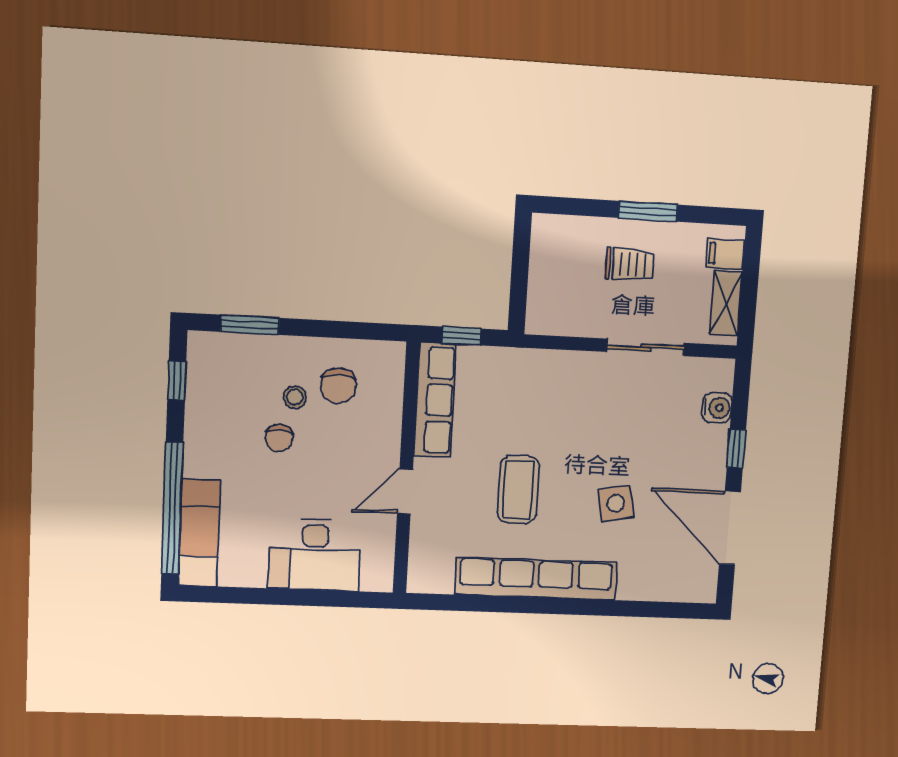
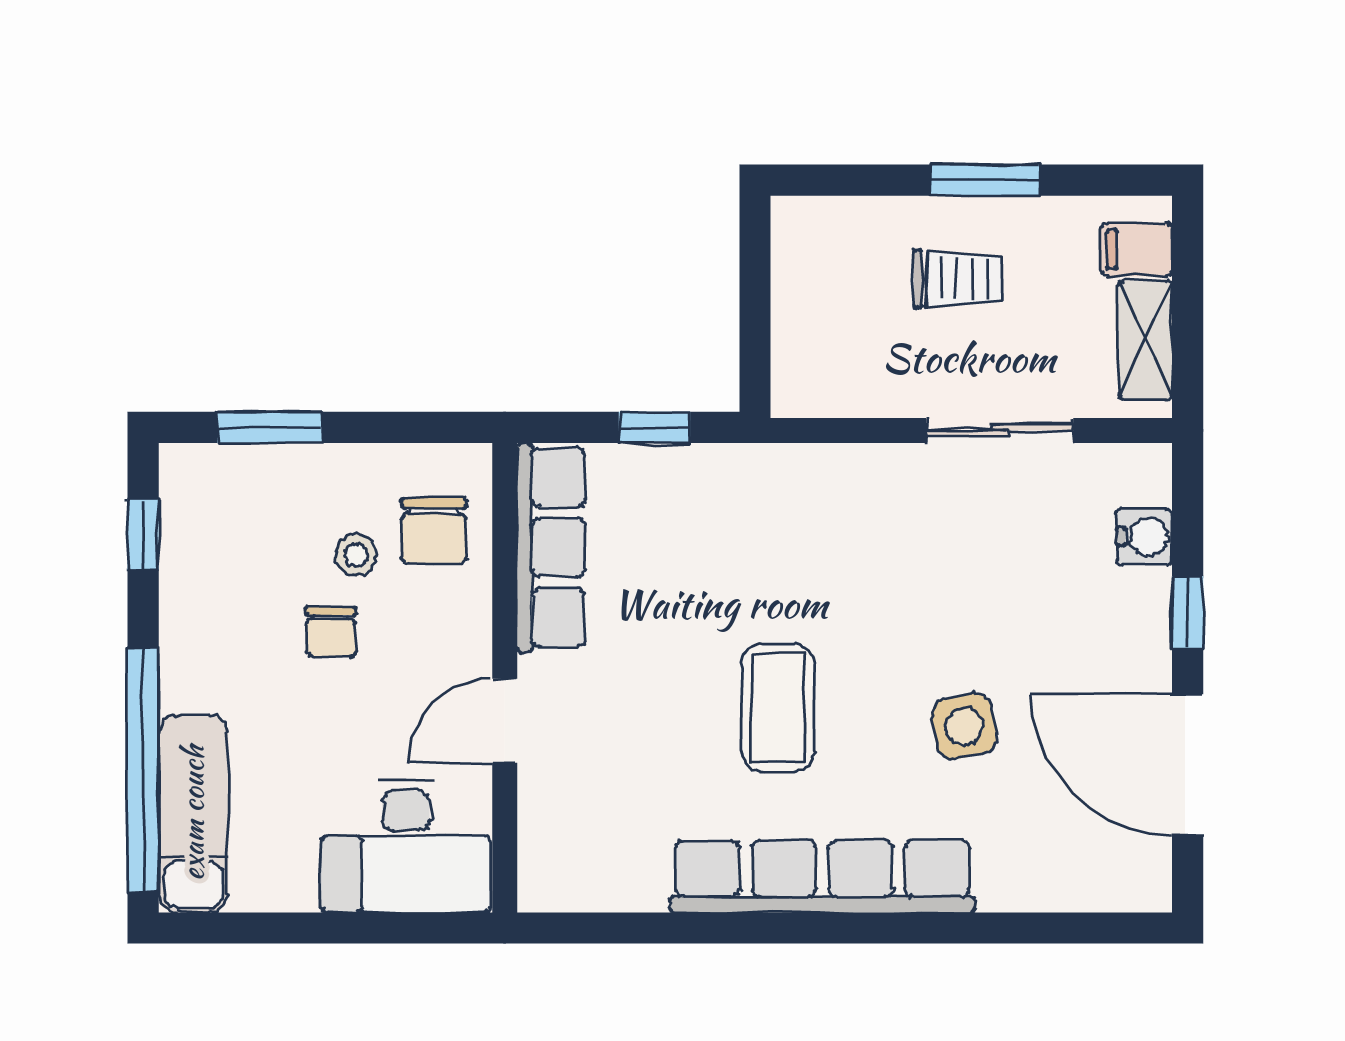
row of seats: (435, 400) -> (551, 548), moved
wall: (406, 469) -> (505, 678), moved
door: (405, 491) -> (505, 721), moved

